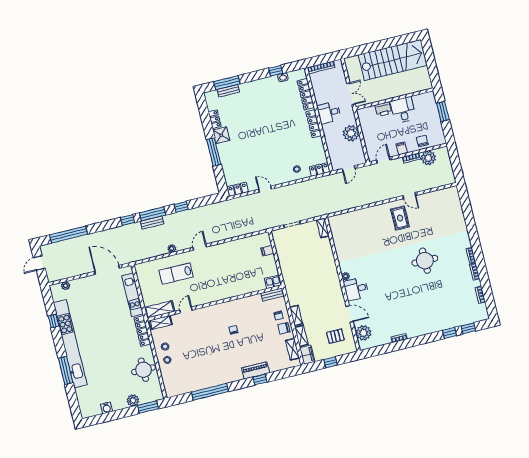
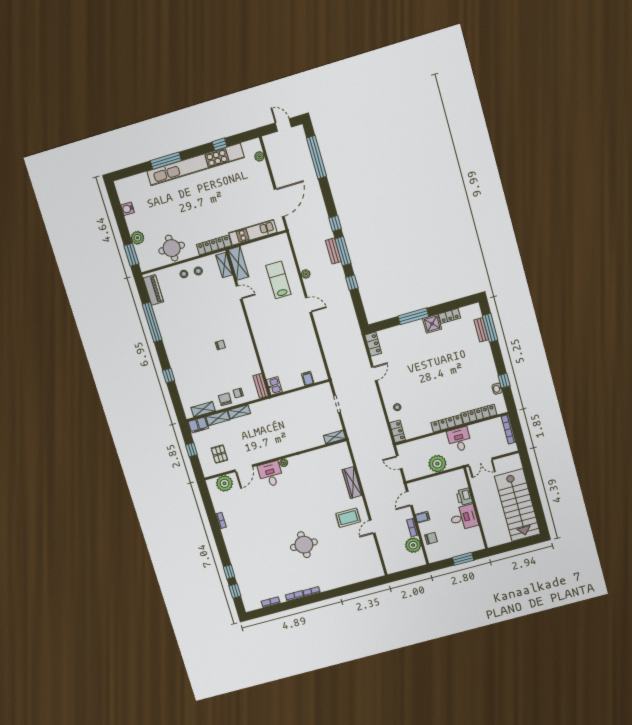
door: (383, 160) -> (409, 499), swing flipped
wardrobe: (366, 213) -> (352, 483), added
piano: (256, 370) -> (153, 290), moved

